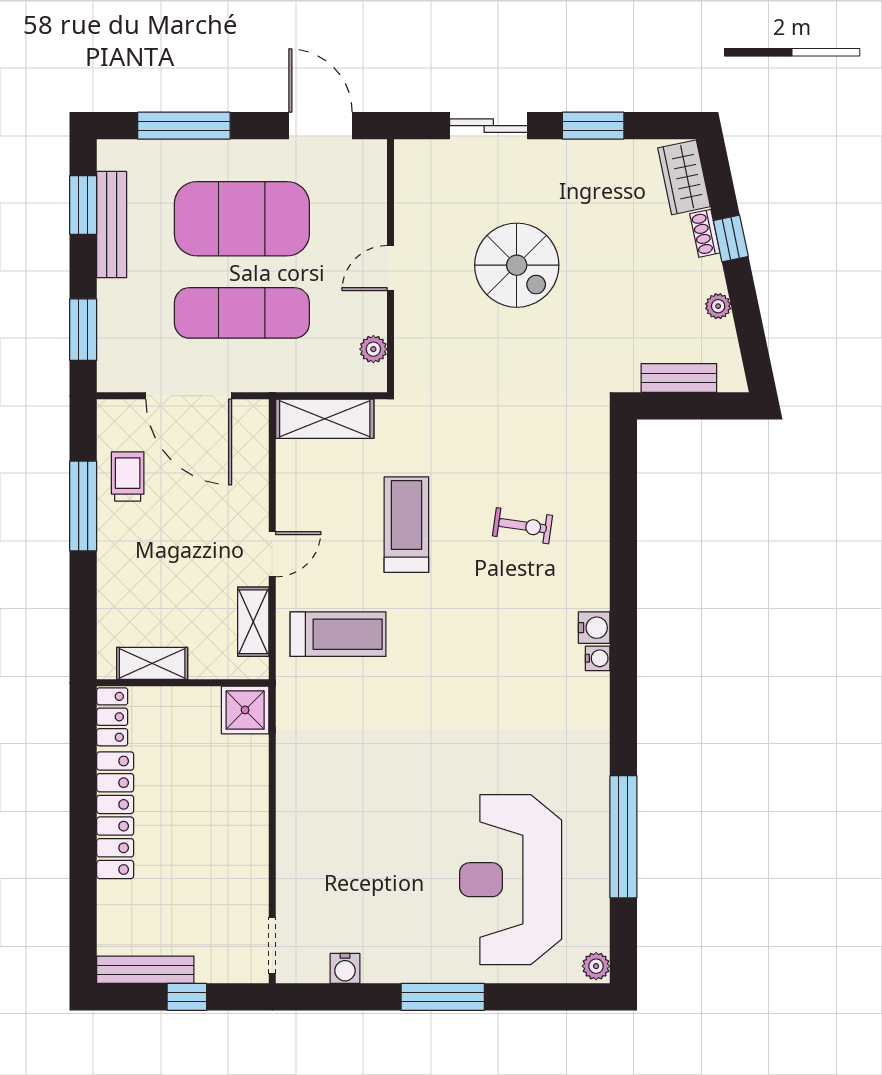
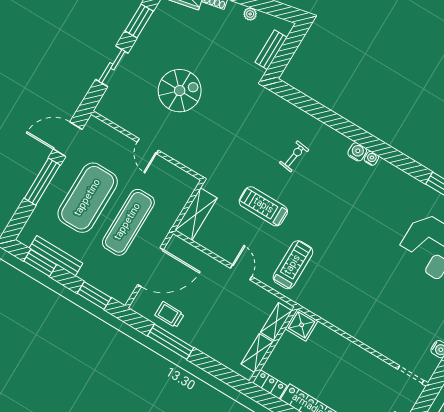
window: (184, 126) -> (42, 182), moved
plant: (373, 349) -> (179, 175), removed
shelving: (253, 622) -> (276, 321), moved, turned 90

